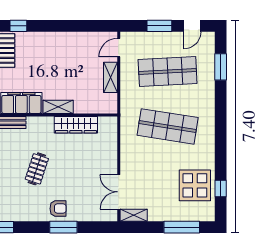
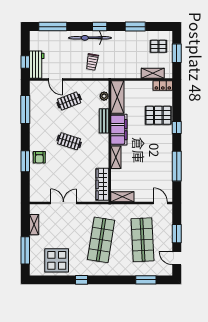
window: (70, 26) -> (177, 166), added
shelving: (110, 77) -> (122, 197), moved
wardrobe: (76, 125) -> (102, 184), moved
window: (221, 188) -> (82, 280), moved
double door: (119, 192) -> (63, 203), moved
shelving: (134, 215) -> (34, 225), moved

